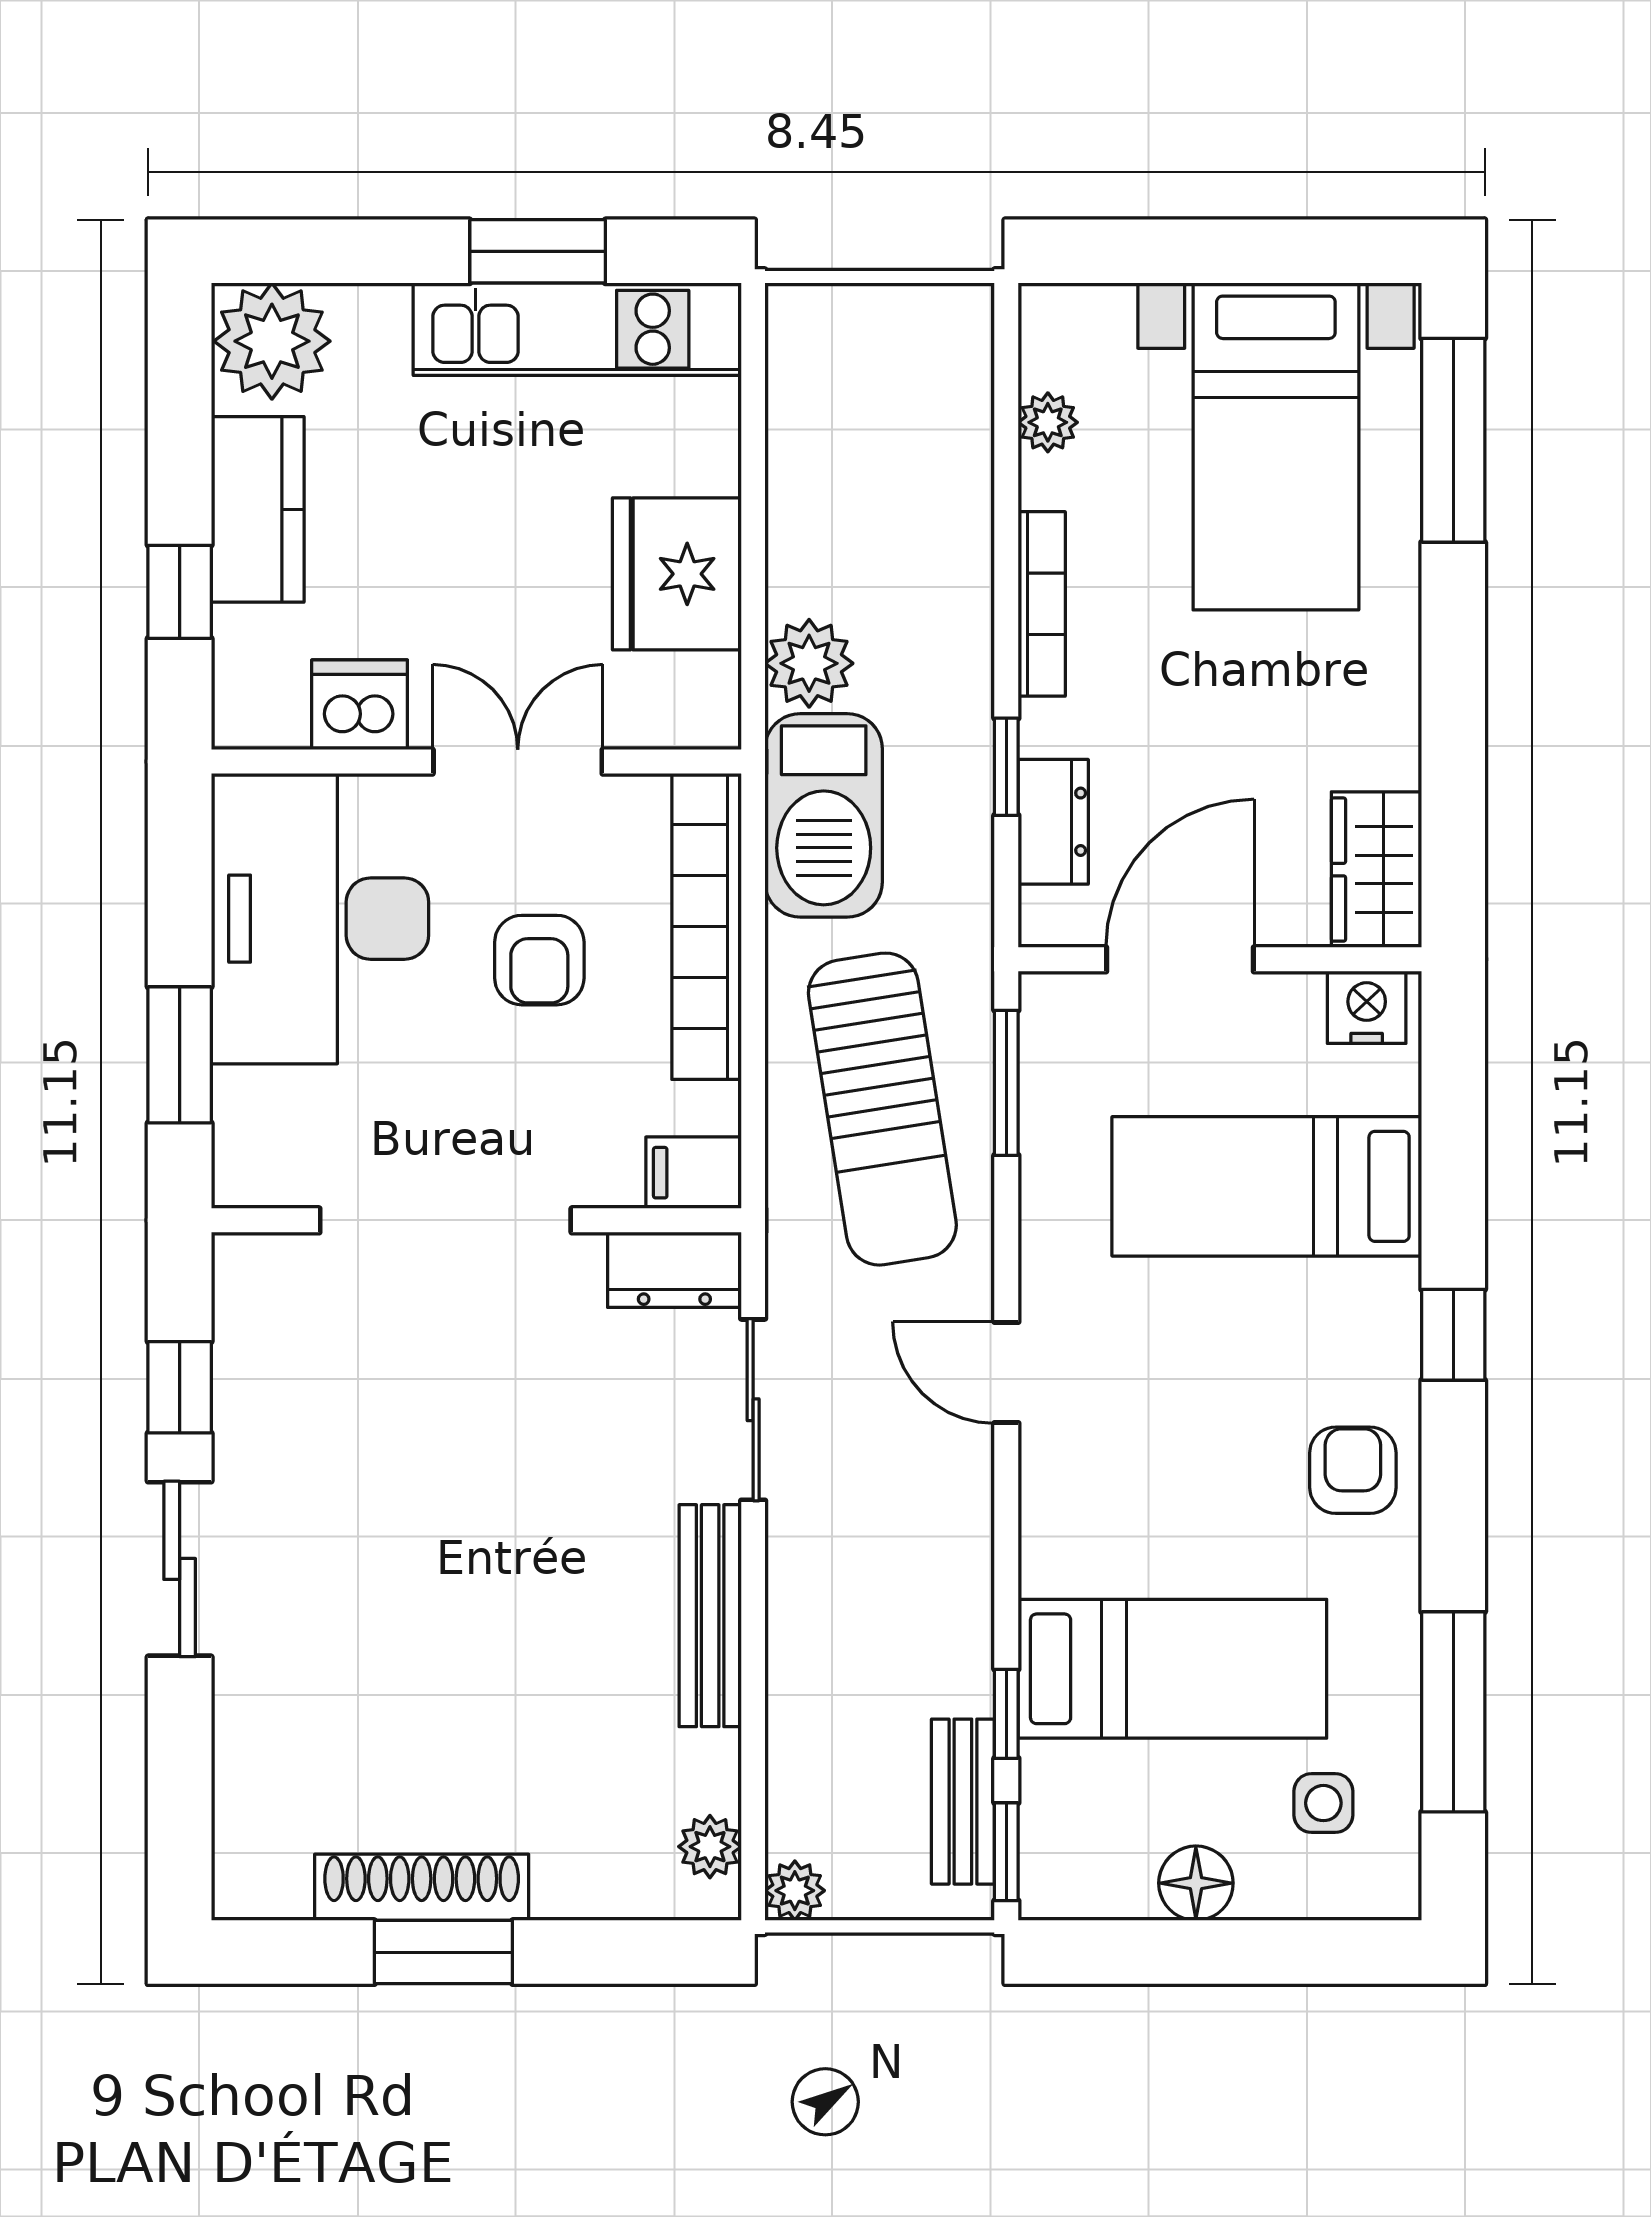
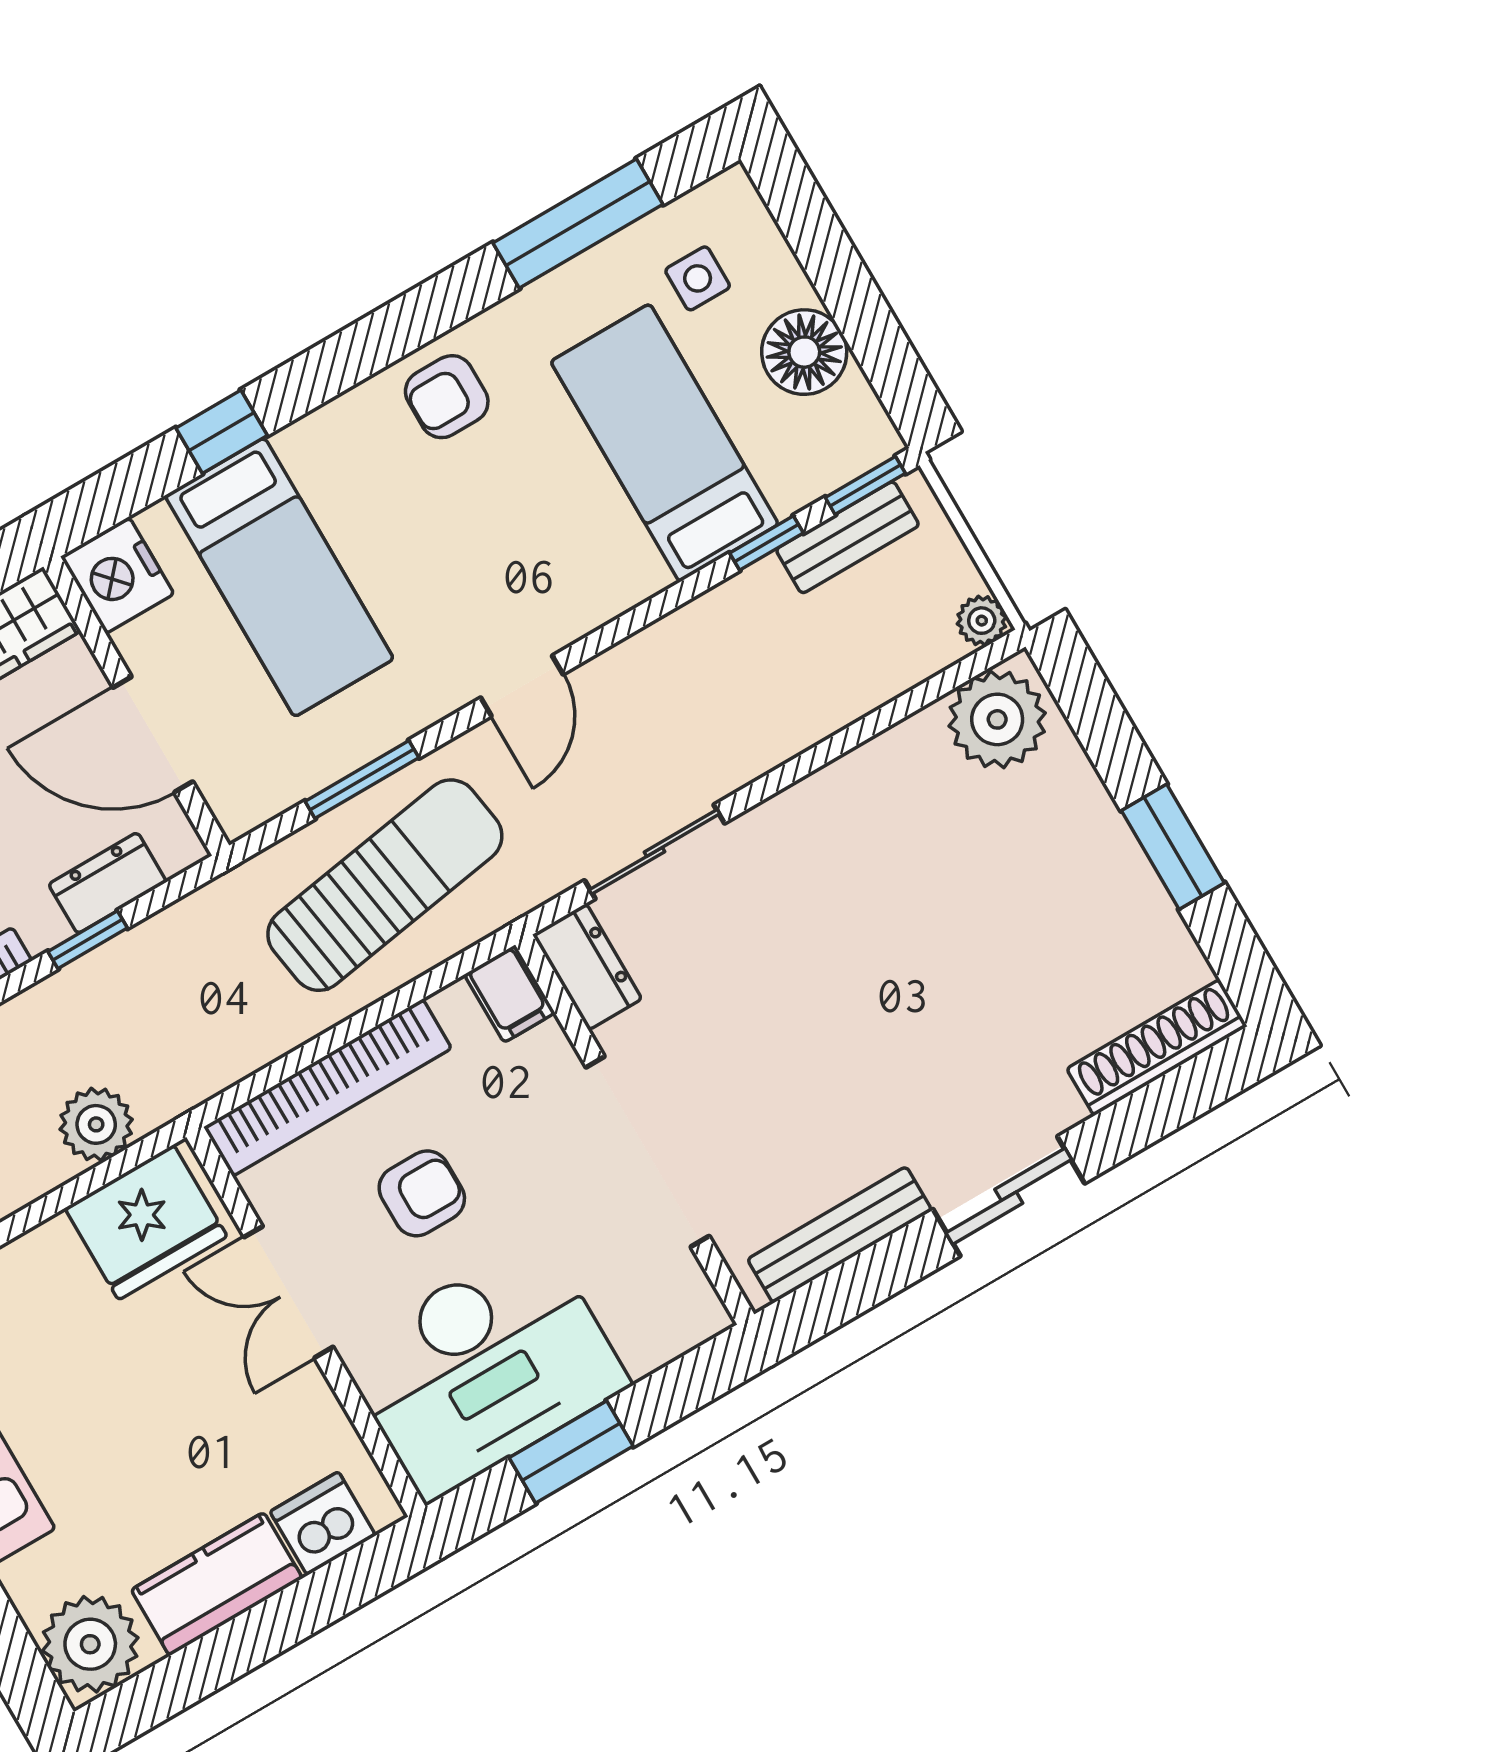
fridge: (677, 574) -> (146, 1222), moved
window: (180, 592) -> (309, 1605), removed
dishwasher: (360, 705) -> (323, 1524), moved, turned 90
barbecue: (824, 815) -> (199, 1050), removed
nightstand: (1367, 1007) -> (118, 576), width x1.36, depth x1.33
window: (180, 1055) -> (571, 1452), moved
window: (1006, 1083) -> (362, 779), moved
window: (1453, 1335) -> (222, 432), moved
window: (180, 1387) -> (879, 1272), removed
bench: (710, 1616) -> (840, 1235), moved
plant: (710, 1847) -> (997, 719), width x1.88, depth x1.88
floor lamp: (1196, 1883) -> (804, 352), width x1.38, depth x1.38
shoe rack: (422, 1887) -> (1157, 1047), moved, turned 90

